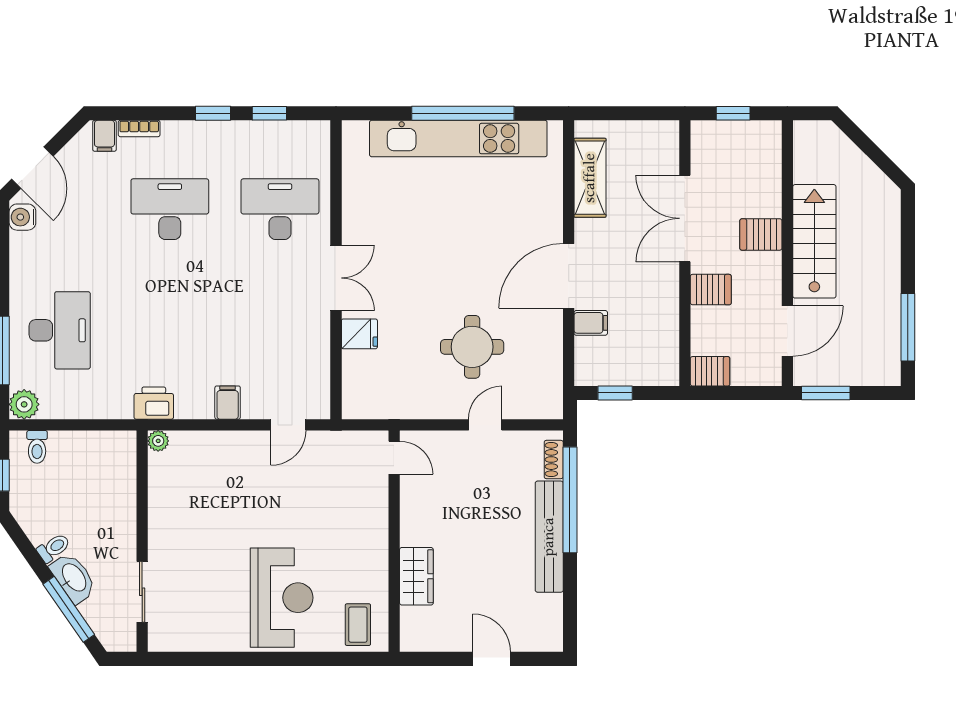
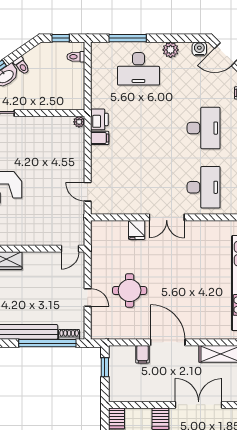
filing cabinet: (228, 403) -> (100, 138), moved
plant: (24, 404) -> (171, 50), moved

